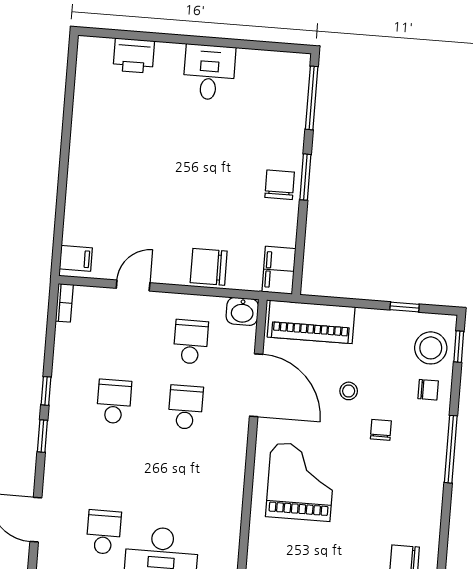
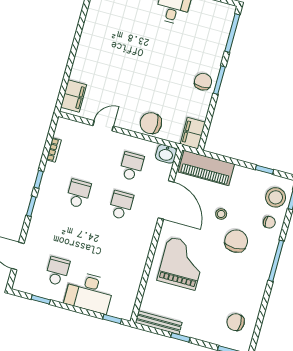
filing cabinet: (76, 258) -> (74, 96), width x2.00
bookcase: (64, 303) -> (54, 150), moved
chair: (381, 430) -> (236, 241), width x1.87, depth x1.87

